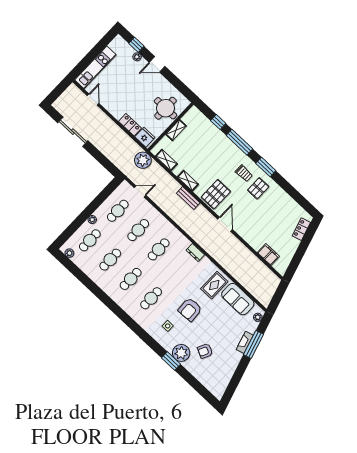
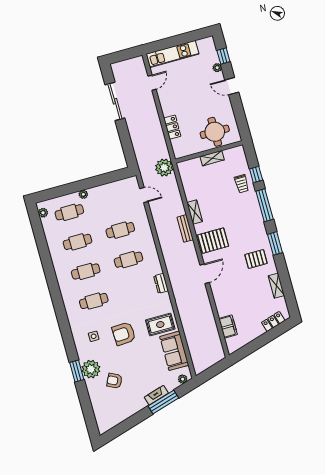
fridge: (145, 137) -> (179, 147), removed
shelving: (166, 160) -> (276, 286), moved
trolley: (244, 173) -> (242, 184), moved
cafe table: (118, 211) -> (112, 201), removed

